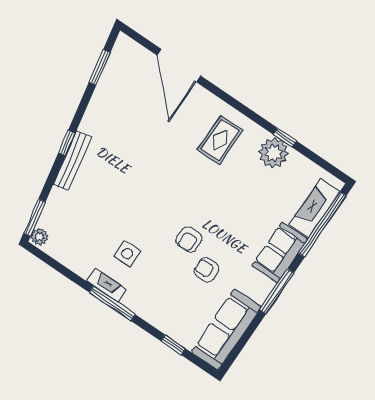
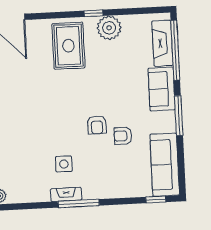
window: (285, 138) -> (94, 13), moved
rug: (220, 140) -> (68, 46), width x1.36, depth x1.43
window: (173, 345) -> (156, 200), moved

